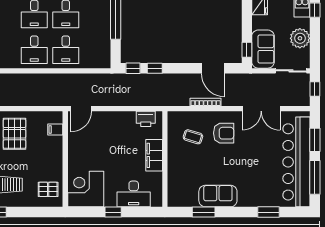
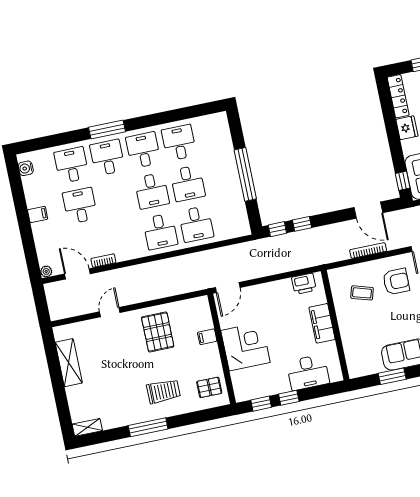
filing cabinet: (55, 130) -> (207, 337), moved
corner desk: (86, 189) -> (245, 346), moved, turned 90
window: (89, 212) -> (261, 404), added

